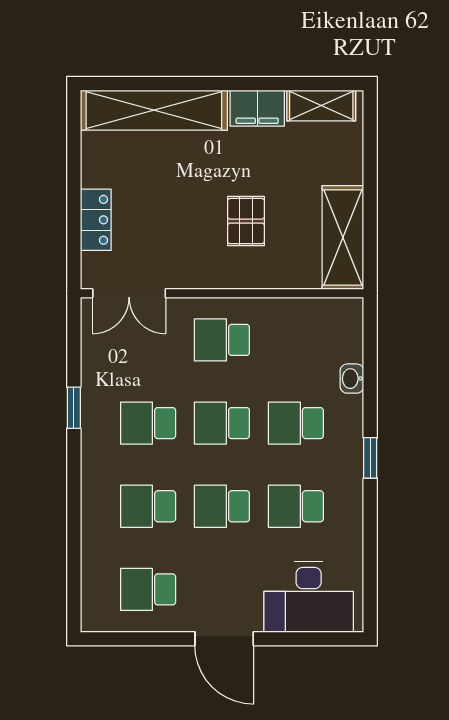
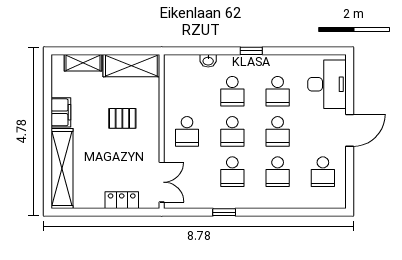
shelving: (321, 105) -> (83, 63), moved, turned 90

